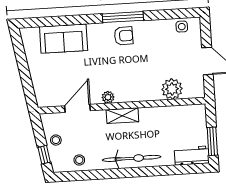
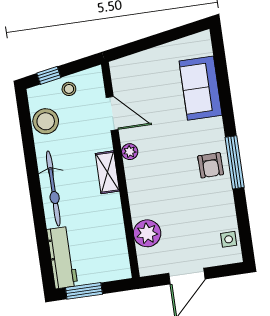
workbench: (192, 156) -> (62, 258), width x1.38
stool: (79, 160) -> (46, 121), width x1.89, depth x1.89

